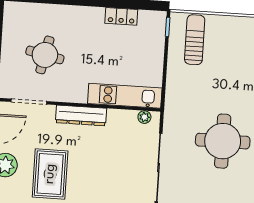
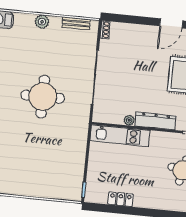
sun lounger: (195, 40) -> (62, 179), removed
plant: (144, 117) -> (129, 120), moved

